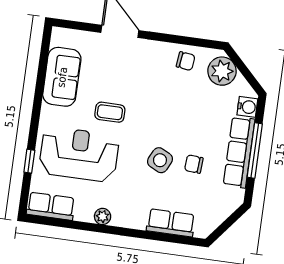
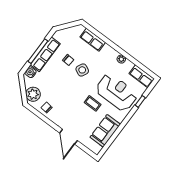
reception desk: (79, 154) -> (117, 92), turned 180

